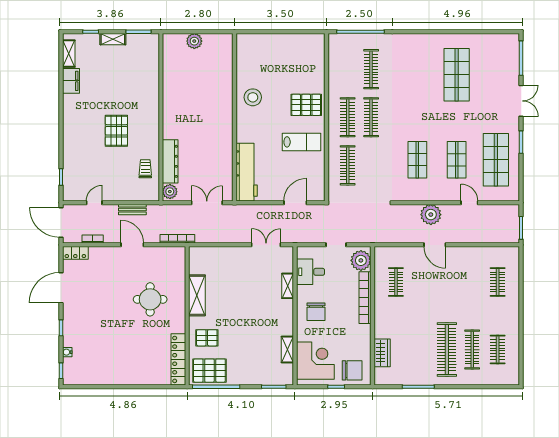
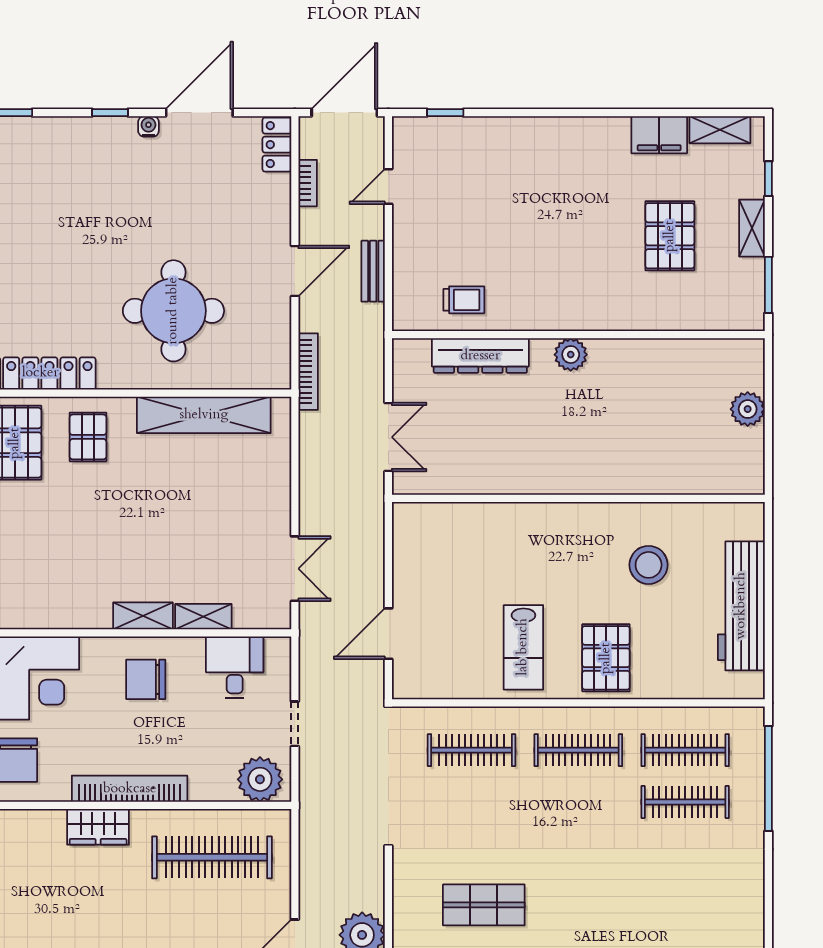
stool: (253, 97) -> (649, 565), moved
clothes rail: (371, 117) -> (685, 750), moved
pallet: (116, 131) -> (670, 236), moved, turned 90
workbench: (247, 172) -> (741, 606), moved, turned 90
plant: (170, 192) -> (571, 355), moved
door: (94, 203) -> (388, 186), swing flipped
door: (295, 203) -> (388, 634), swing flipped
clothes rail: (396, 282) -> (212, 857), width x1.86, depth x1.31
door: (61, 288) -> (199, 113), hinge flipped
shelving: (197, 295) -> (204, 415), width x1.47
bookcase: (365, 298) -> (130, 789), moved
round table: (150, 299) -> (173, 311), width x1.36, depth x1.36
shelving: (287, 350) -> (143, 616), moved
water cooler: (67, 352) -> (148, 126), moved
wardrobe: (382, 353) -> (98, 827), moved

